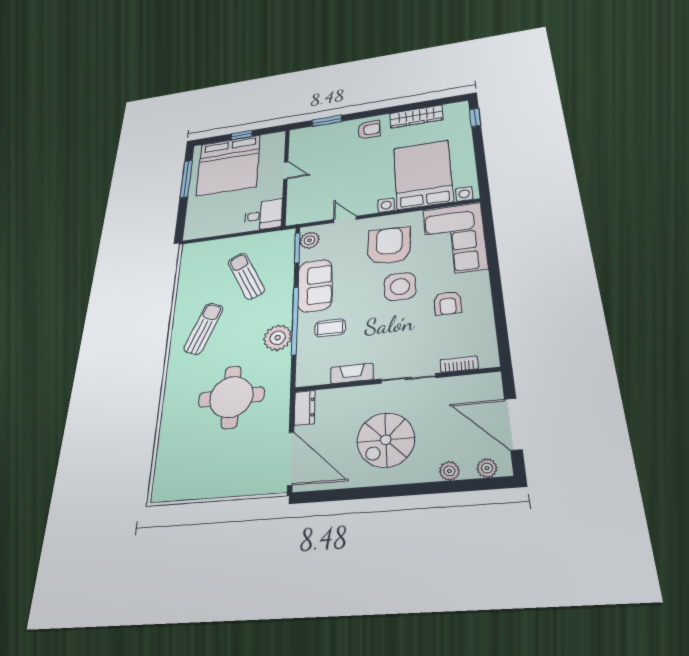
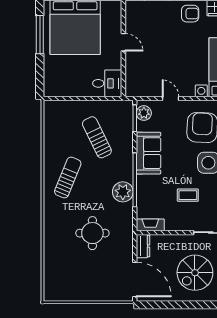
coffee table: (330, 328) -> (188, 195), moved
fireplace: (352, 373) -> (150, 225), moved
round table: (231, 397) -> (92, 233), width x0.73, depth x0.73

